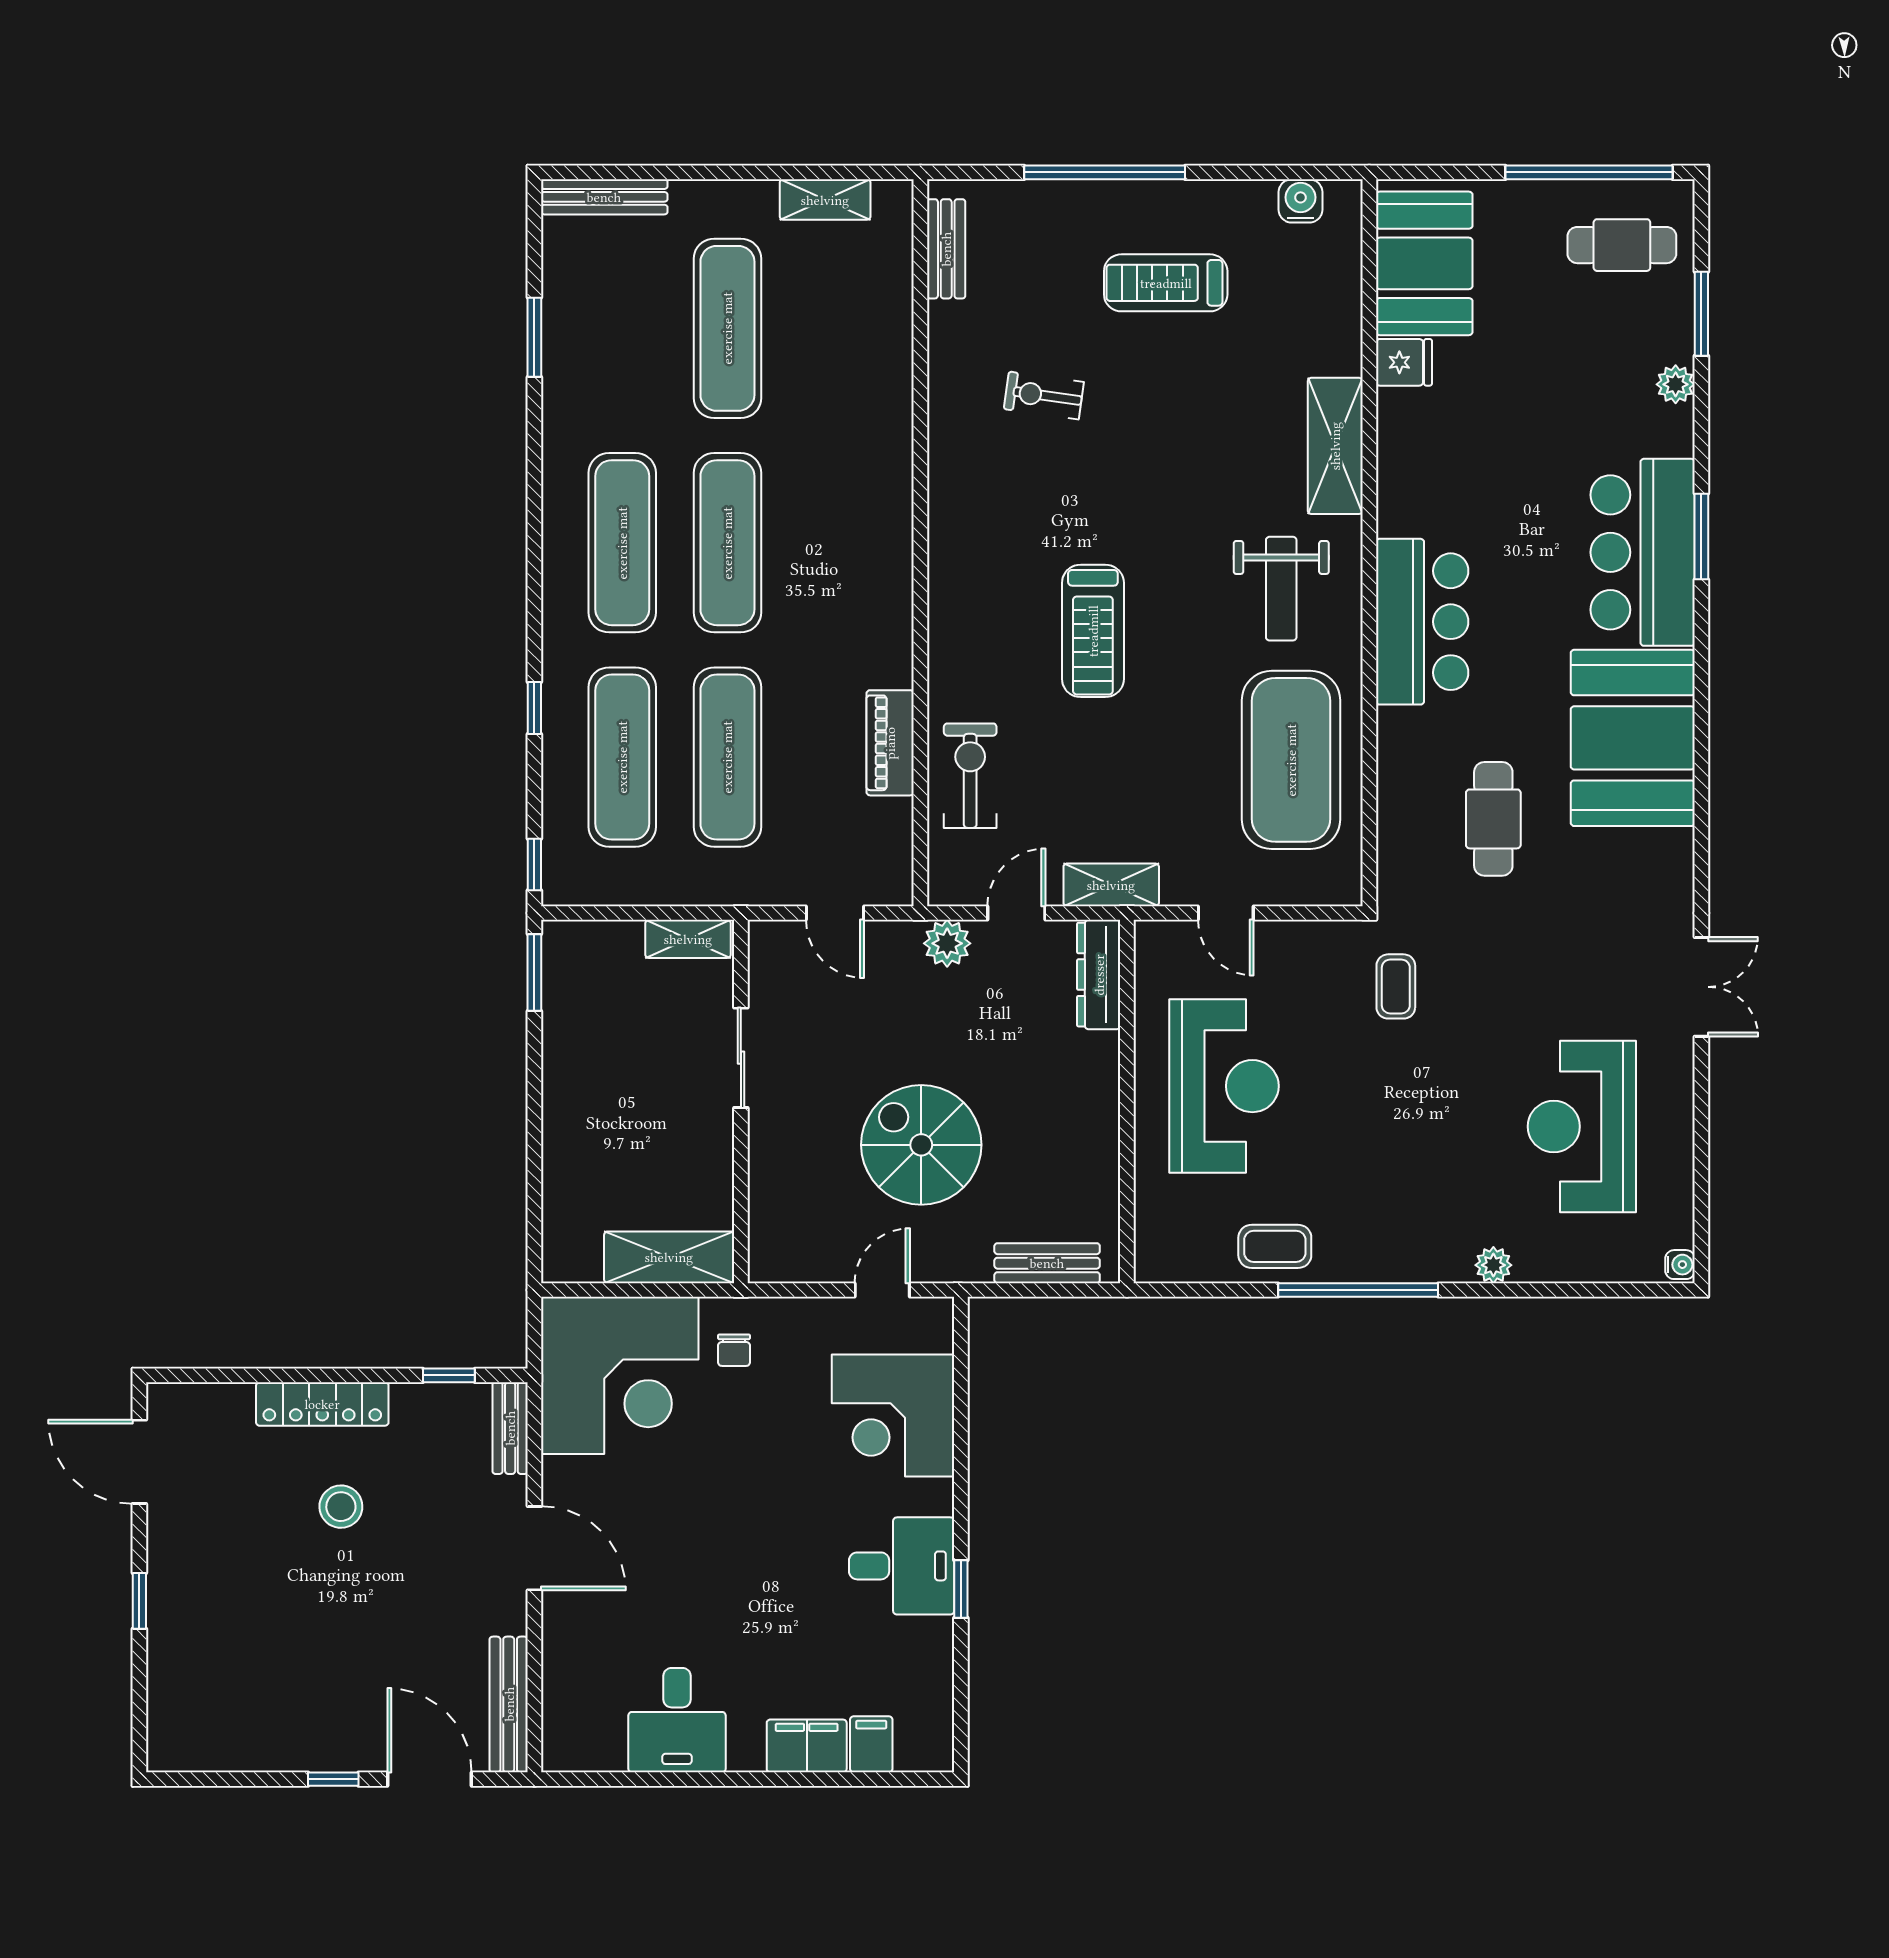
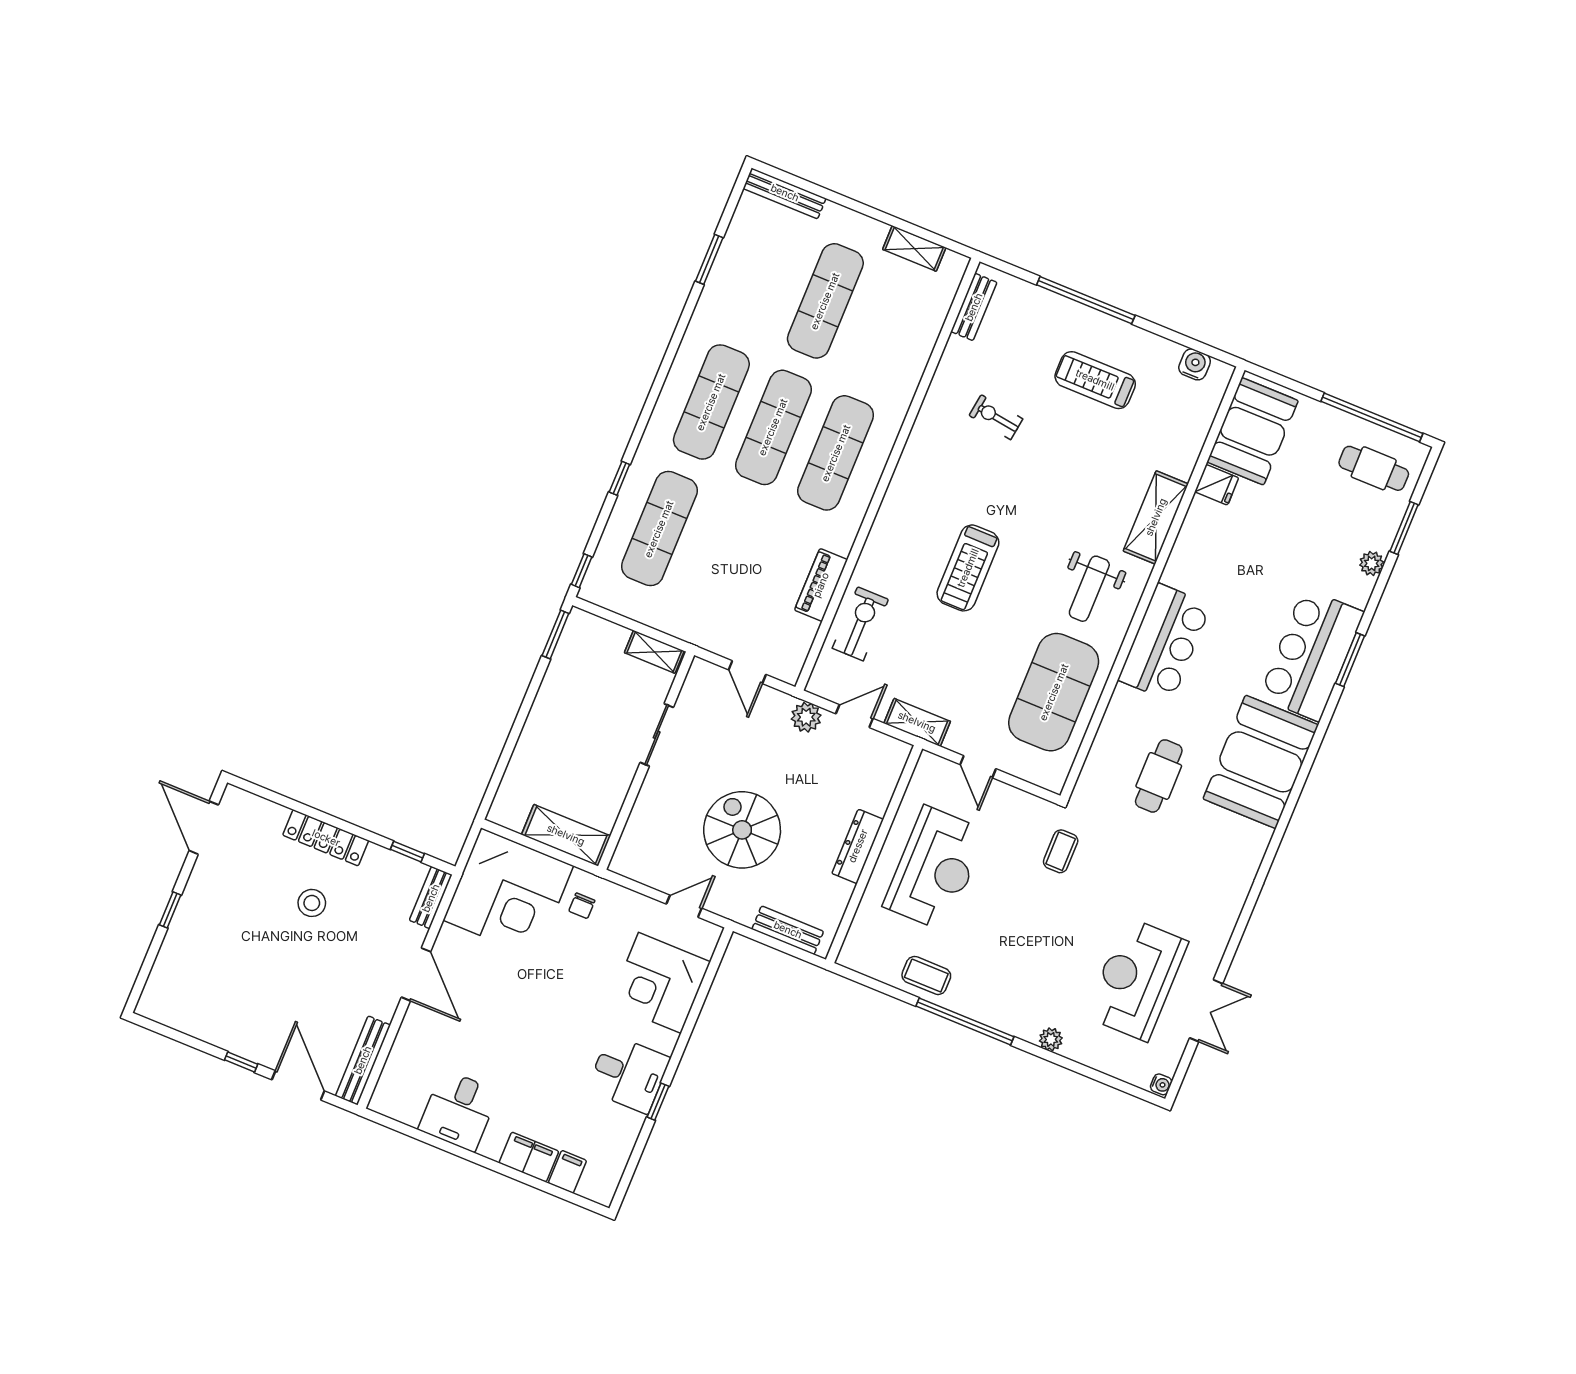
exercise mat: (727, 757) -> (836, 453), moved
dresser: (1099, 975) -> (858, 846), moved
double door: (1701, 987) -> (1206, 1011), moved

